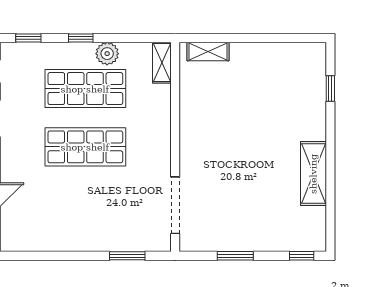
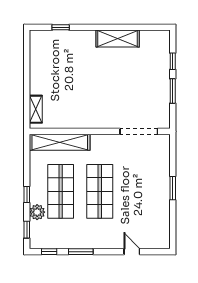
plant: (107, 54) -> (37, 212), moved
shelving: (162, 63) -> (60, 142), width x2.20, depth x1.33
window: (127, 256) -> (173, 188), moved
window: (302, 256) -> (173, 61), moved

